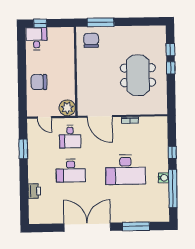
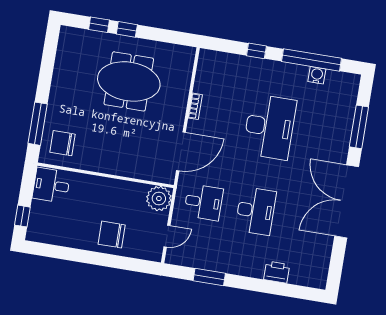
desk: (36, 39) -> (51, 185), moved
chair: (39, 82) -> (112, 235), turned 90
water cooler: (163, 178) -> (317, 75), moved

